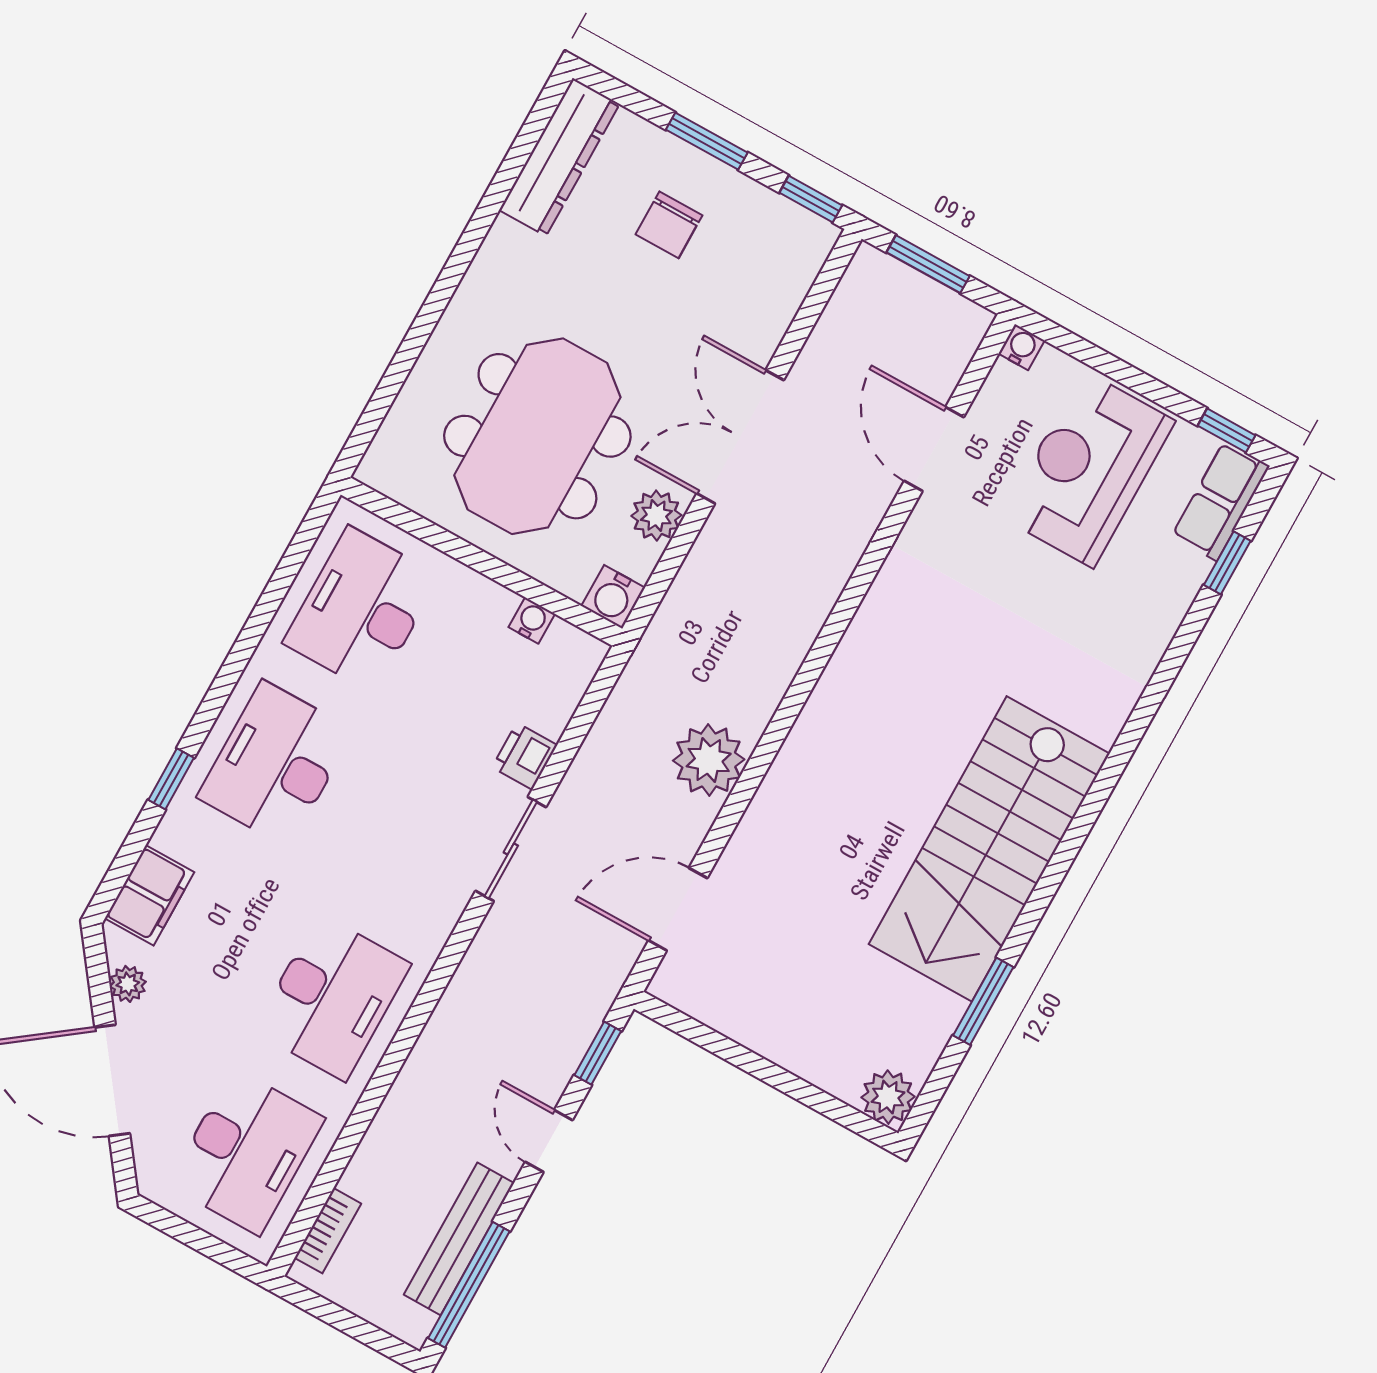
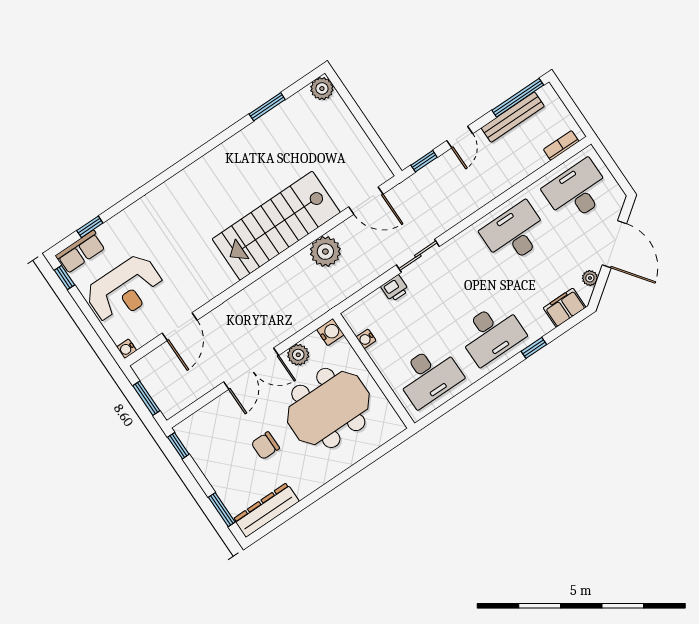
window: (707, 141) -> (222, 510), moved
chair: (669, 225) -> (265, 446), moved, turned 180
stairs: (989, 849) -> (276, 226), moved, turned 180

